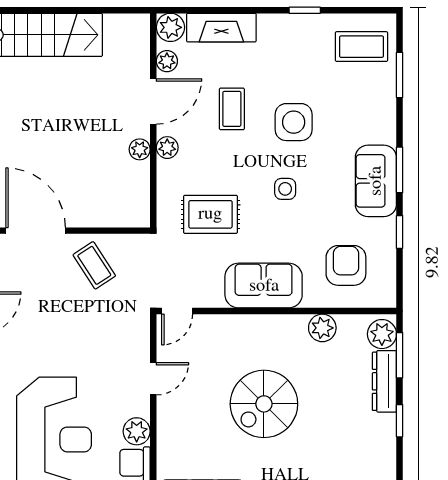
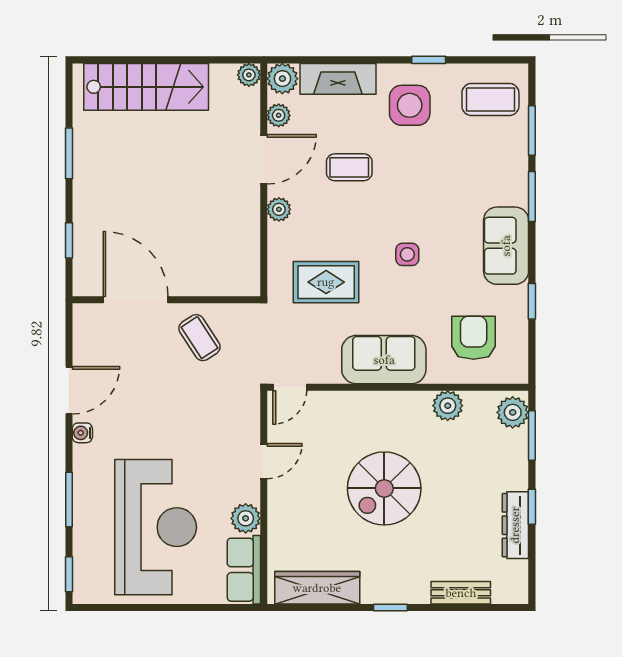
coffee table: (232, 109) -> (349, 167), turned 90
side table: (294, 122) -> (410, 105), moved
plant: (140, 149) -> (249, 75), moved
window: (400, 170) -> (532, 197), moved
dresser: (384, 381) -> (515, 525), moved

